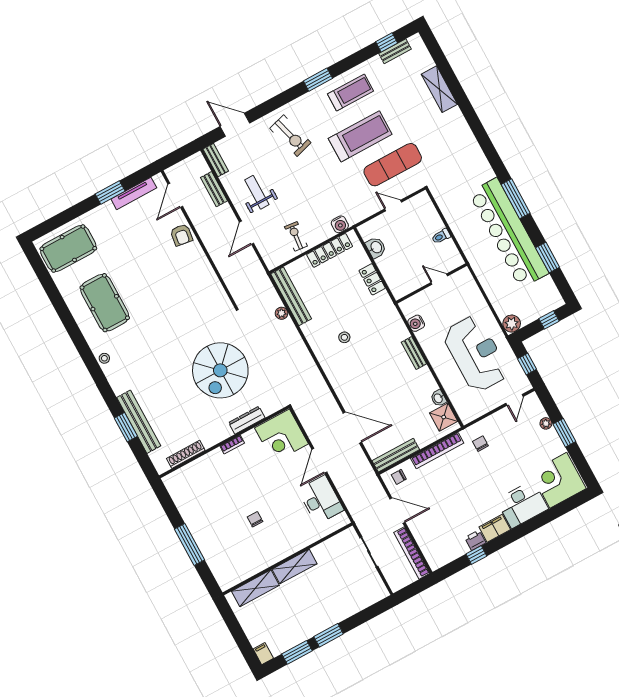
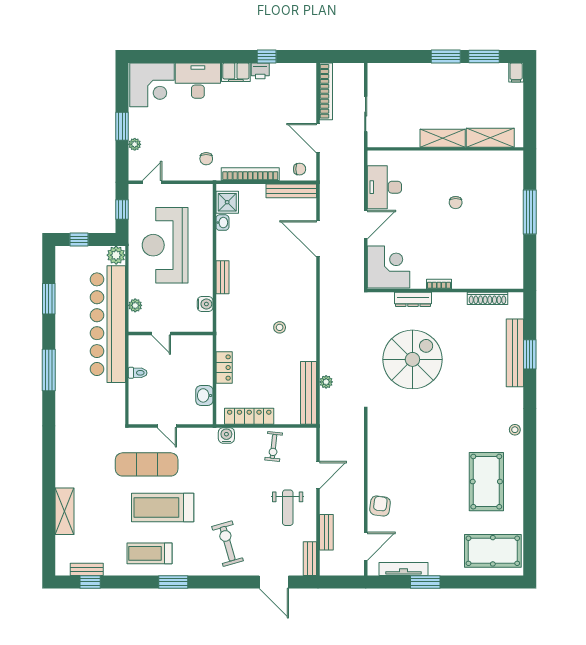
bar counter: (509, 233) -> (108, 324), moved, turned 180
plant: (473, 291) -> (135, 305), added

